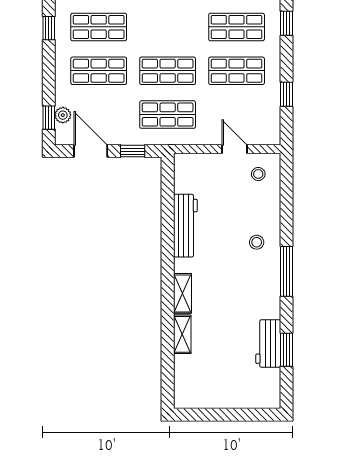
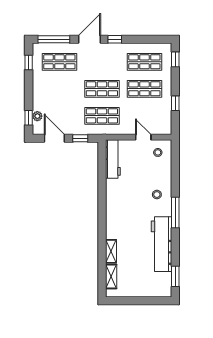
shop shelf: (99, 71) -> (59, 89), removed
workbench: (185, 226) -> (113, 159), moved
shelving: (183, 293) -> (111, 277), moved
workbench: (268, 343) -> (162, 244), width x1.88, depth x1.32
window: (286, 350) -> (175, 276), moved

